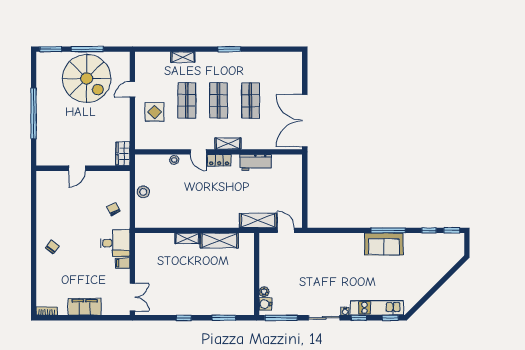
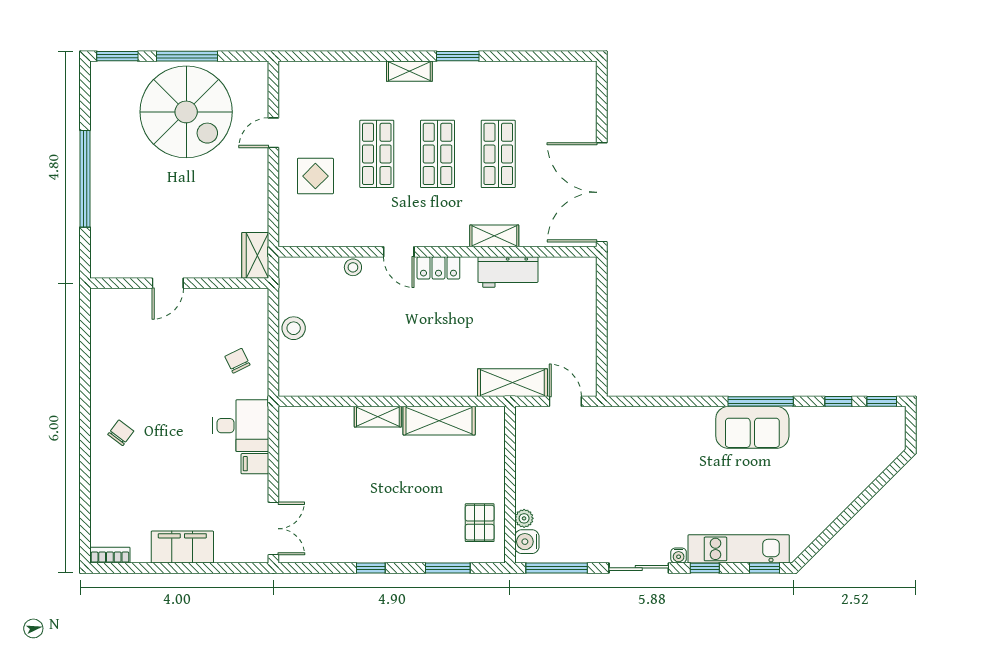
shelving: (183, 57) -> (409, 71), moved
shelving: (228, 144) -> (494, 236), moved
pallet: (241, 294) -> (480, 523), added

